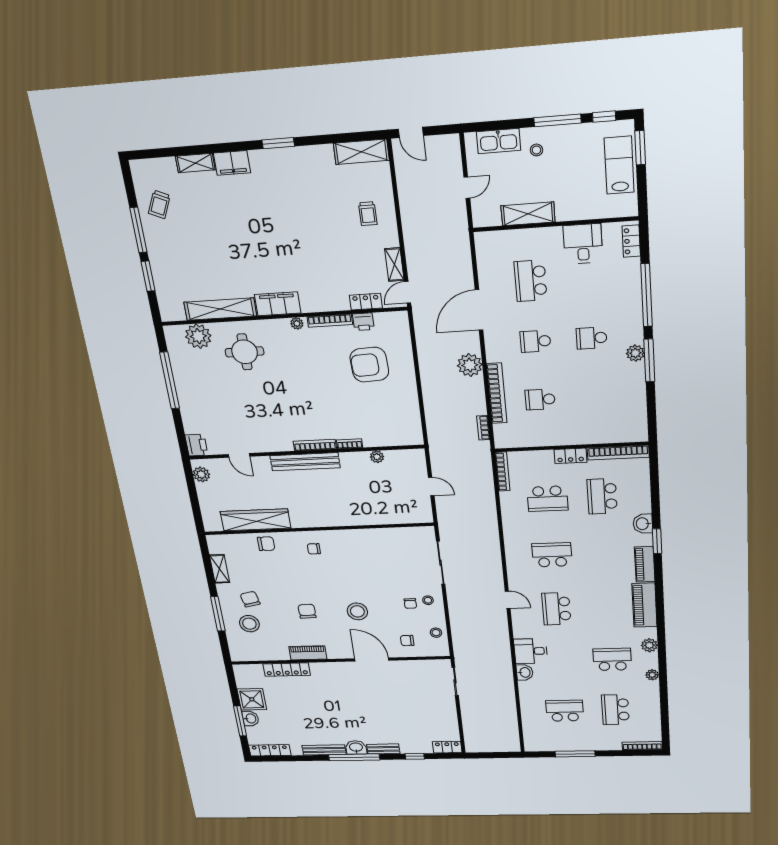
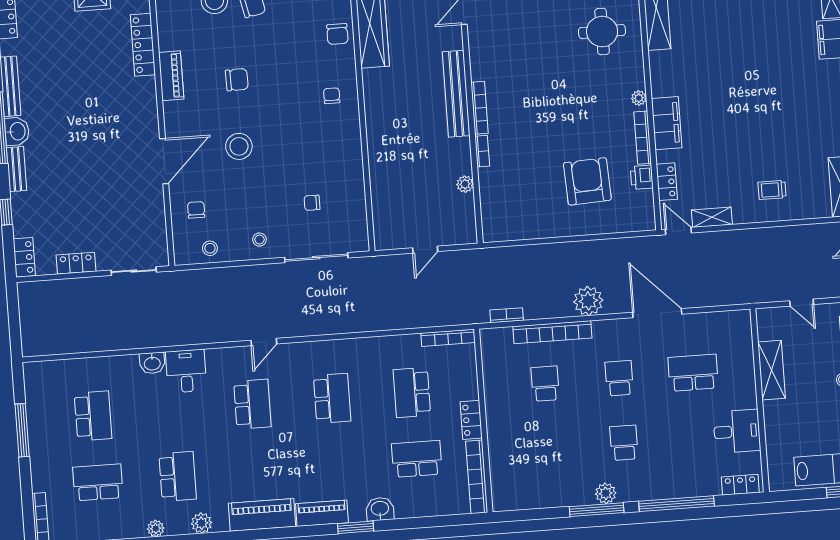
filing cabinet: (278, 304) -> (667, 123), moved
chair: (410, 603) -> (312, 203), moved
school desk: (556, 609) -> (252, 404), turned 90
locker: (450, 716) -> (76, 263), added

